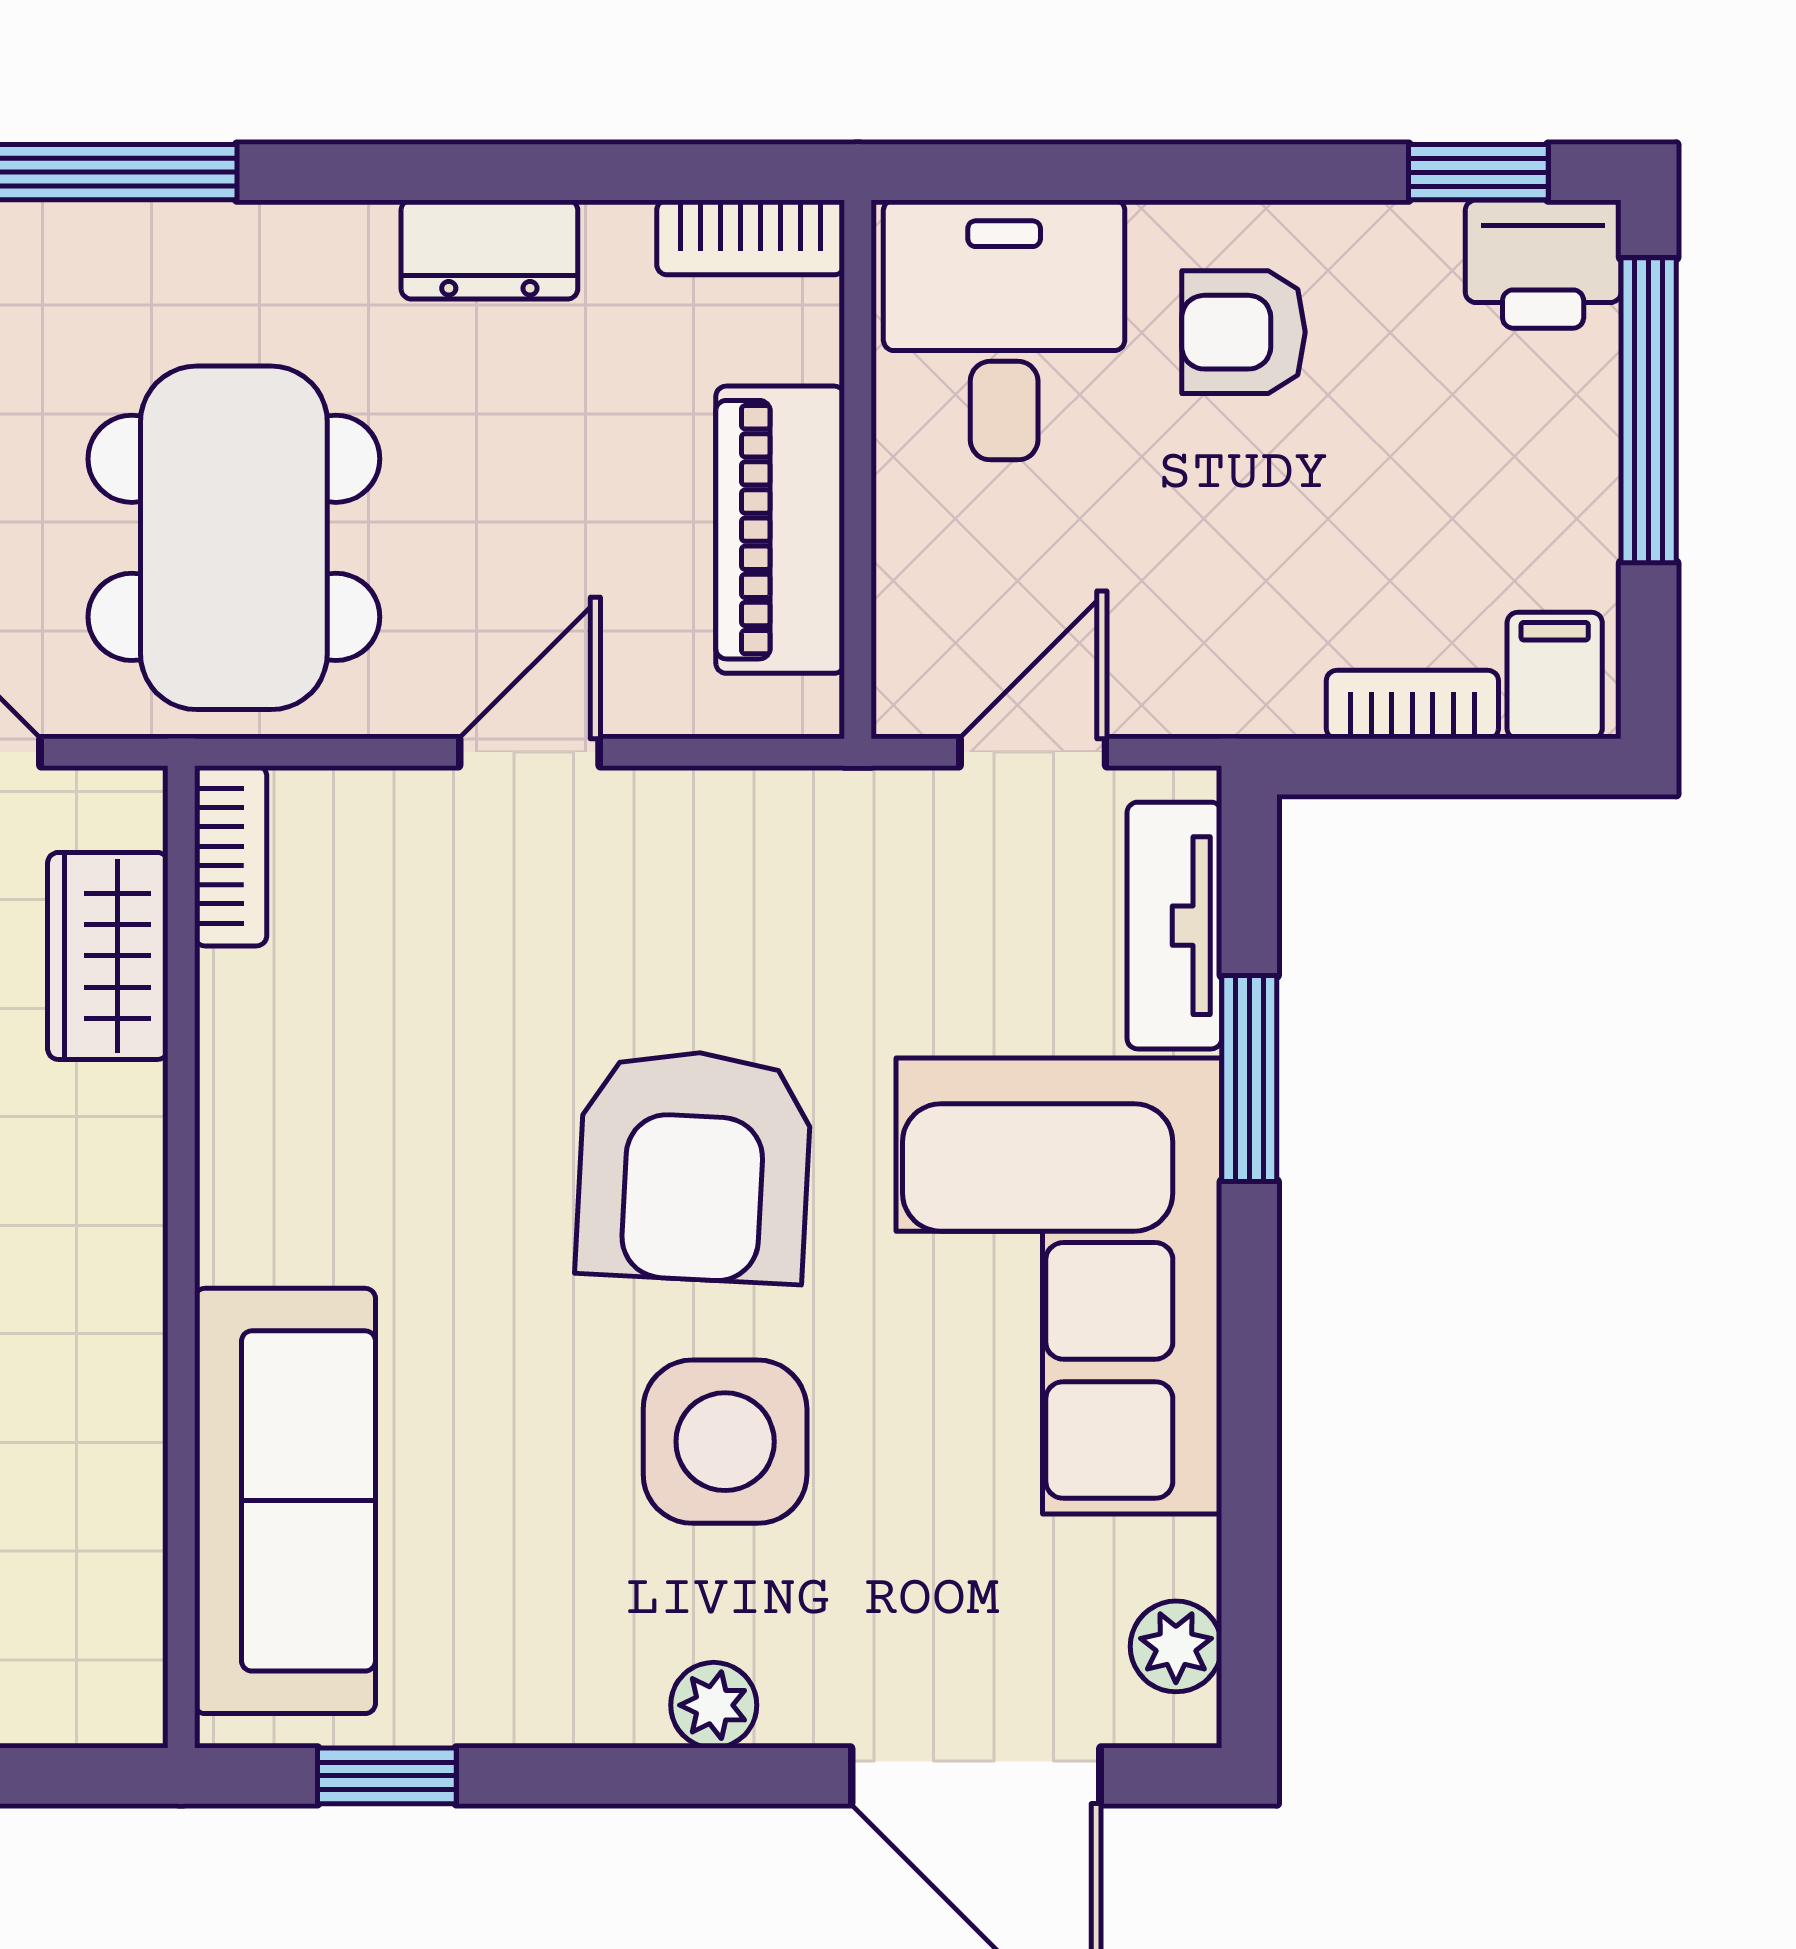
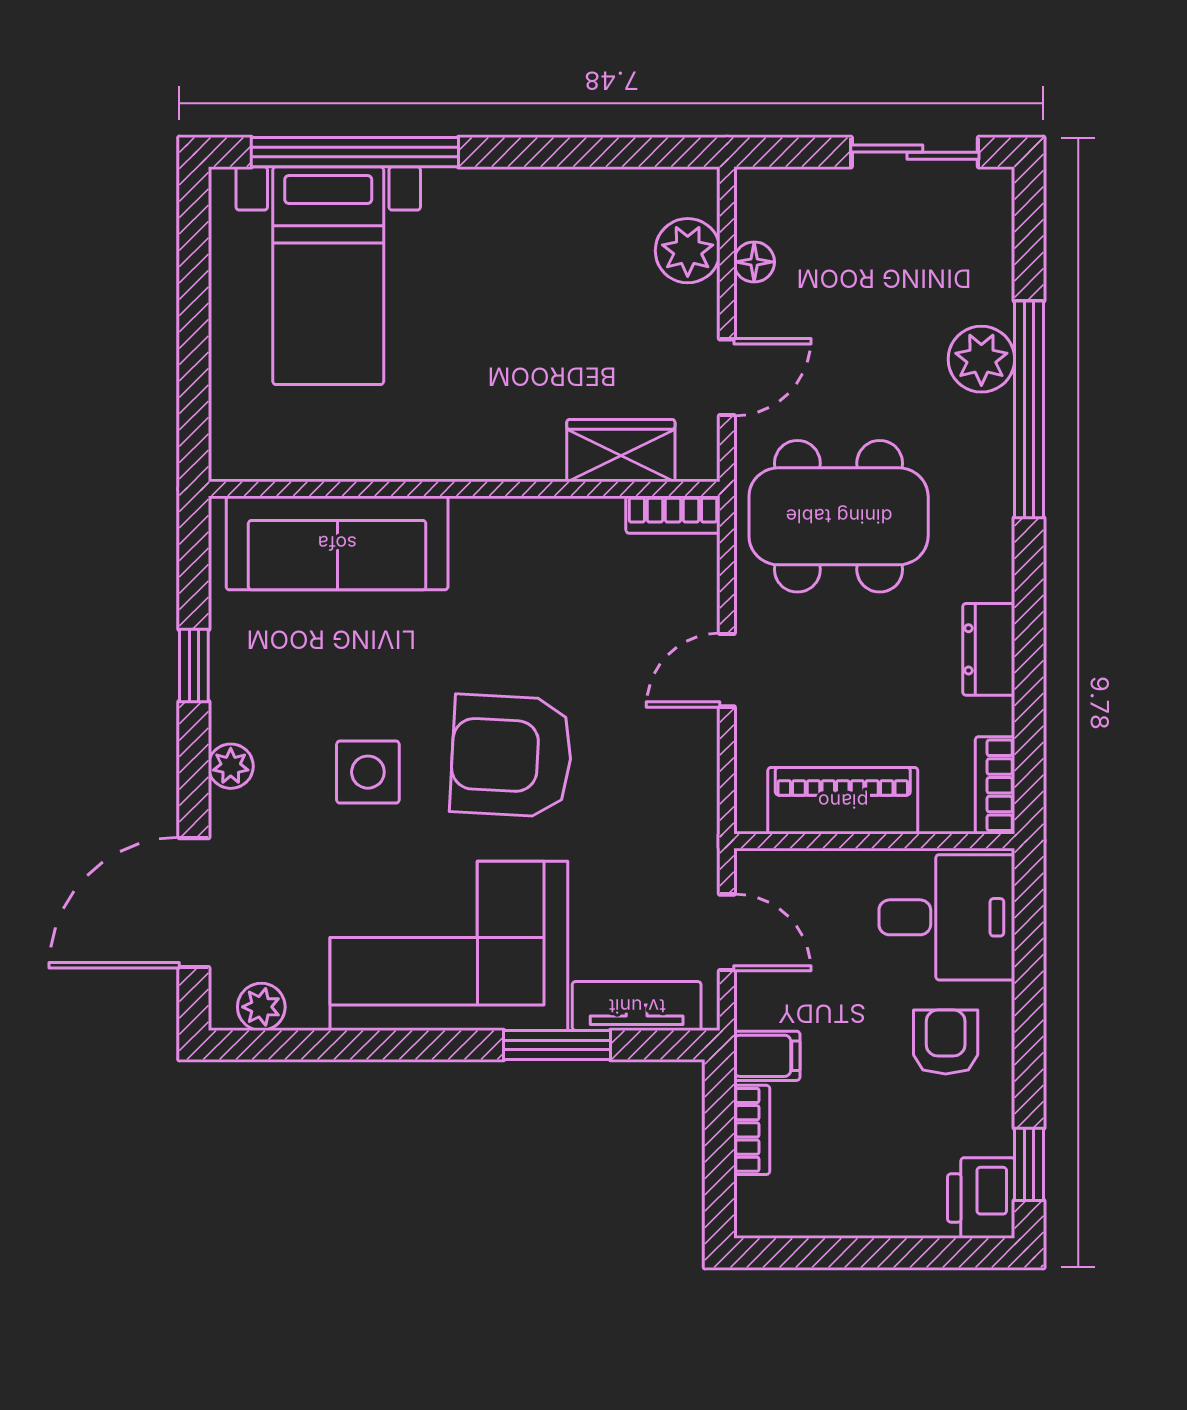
window: (1649, 410) -> (905, 1253), removed
filing cabinet: (1555, 676) -> (767, 1056), moved
door: (529, 752) -> (727, 670), swing flipped
side table: (725, 1442) -> (368, 772), width x0.73, depth x0.73
window: (387, 1776) -> (194, 666), moved

